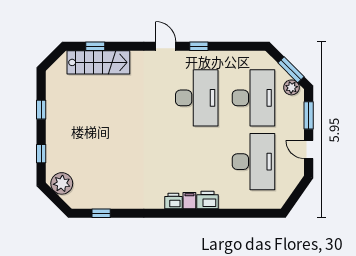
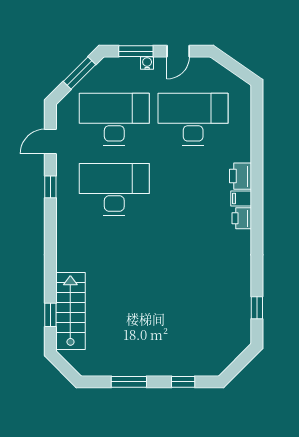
door: (166, 46) -> (50, 142), moved
plant: (291, 87) -> (101, 72), removed
window: (41, 110) -> (129, 382), width x1.50
water cooler: (299, 124) -> (147, 63), added
plant: (62, 183) -> (220, 356), removed

